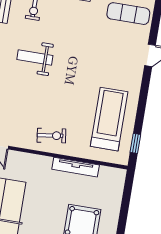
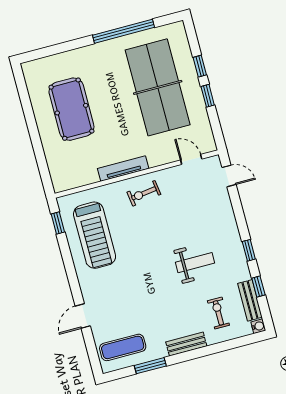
tv unit: (76, 167) -> (123, 168), moved

